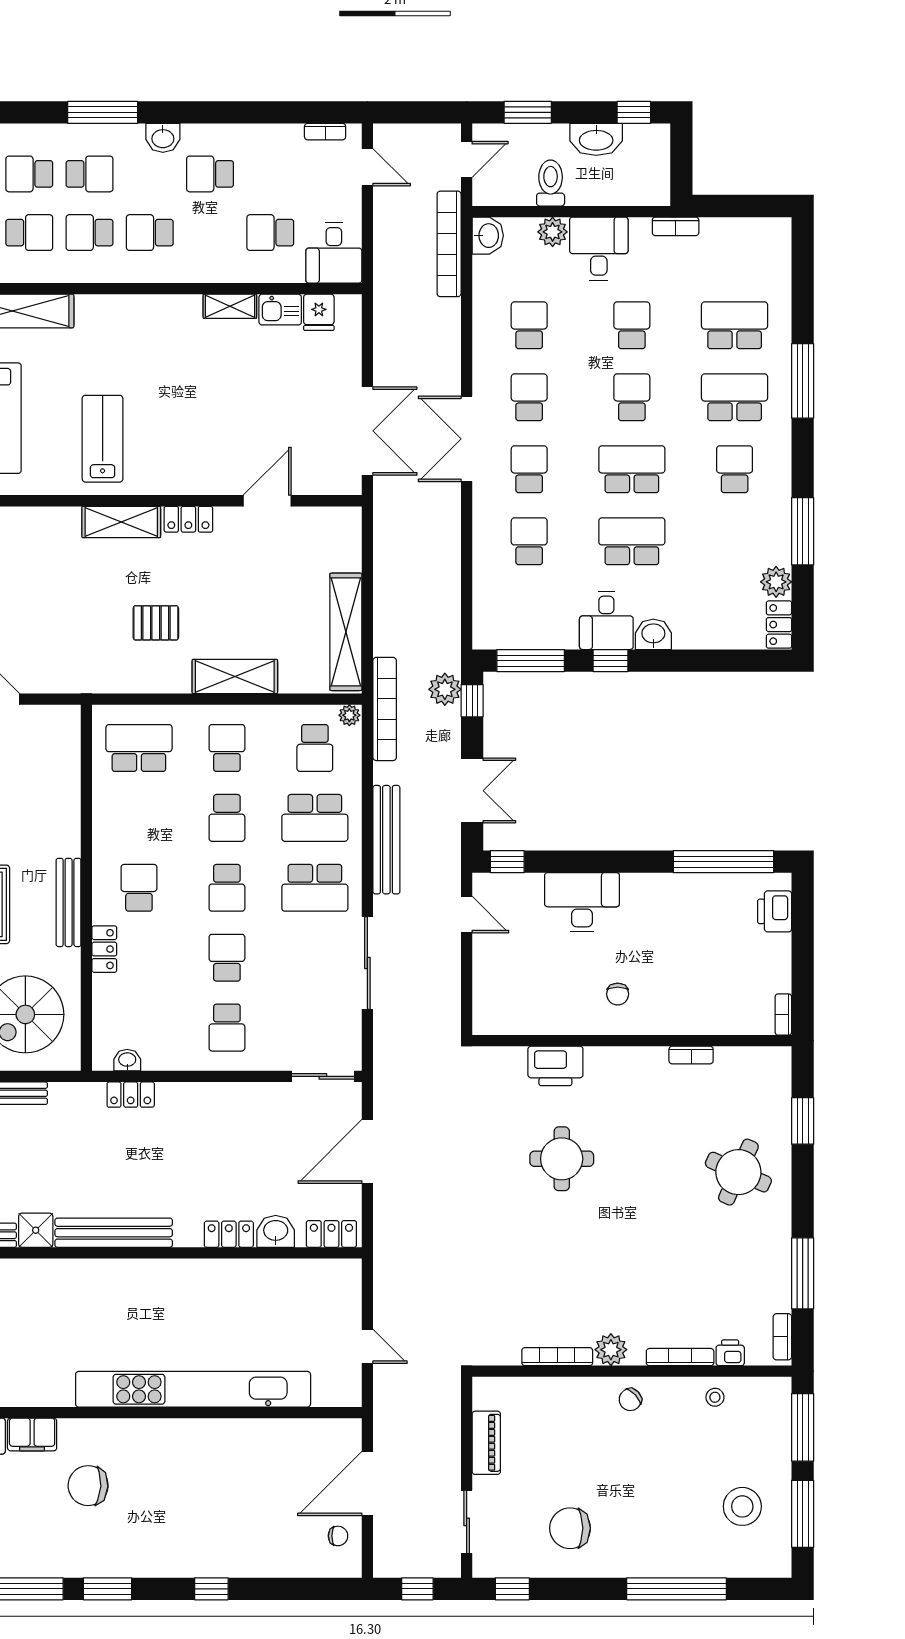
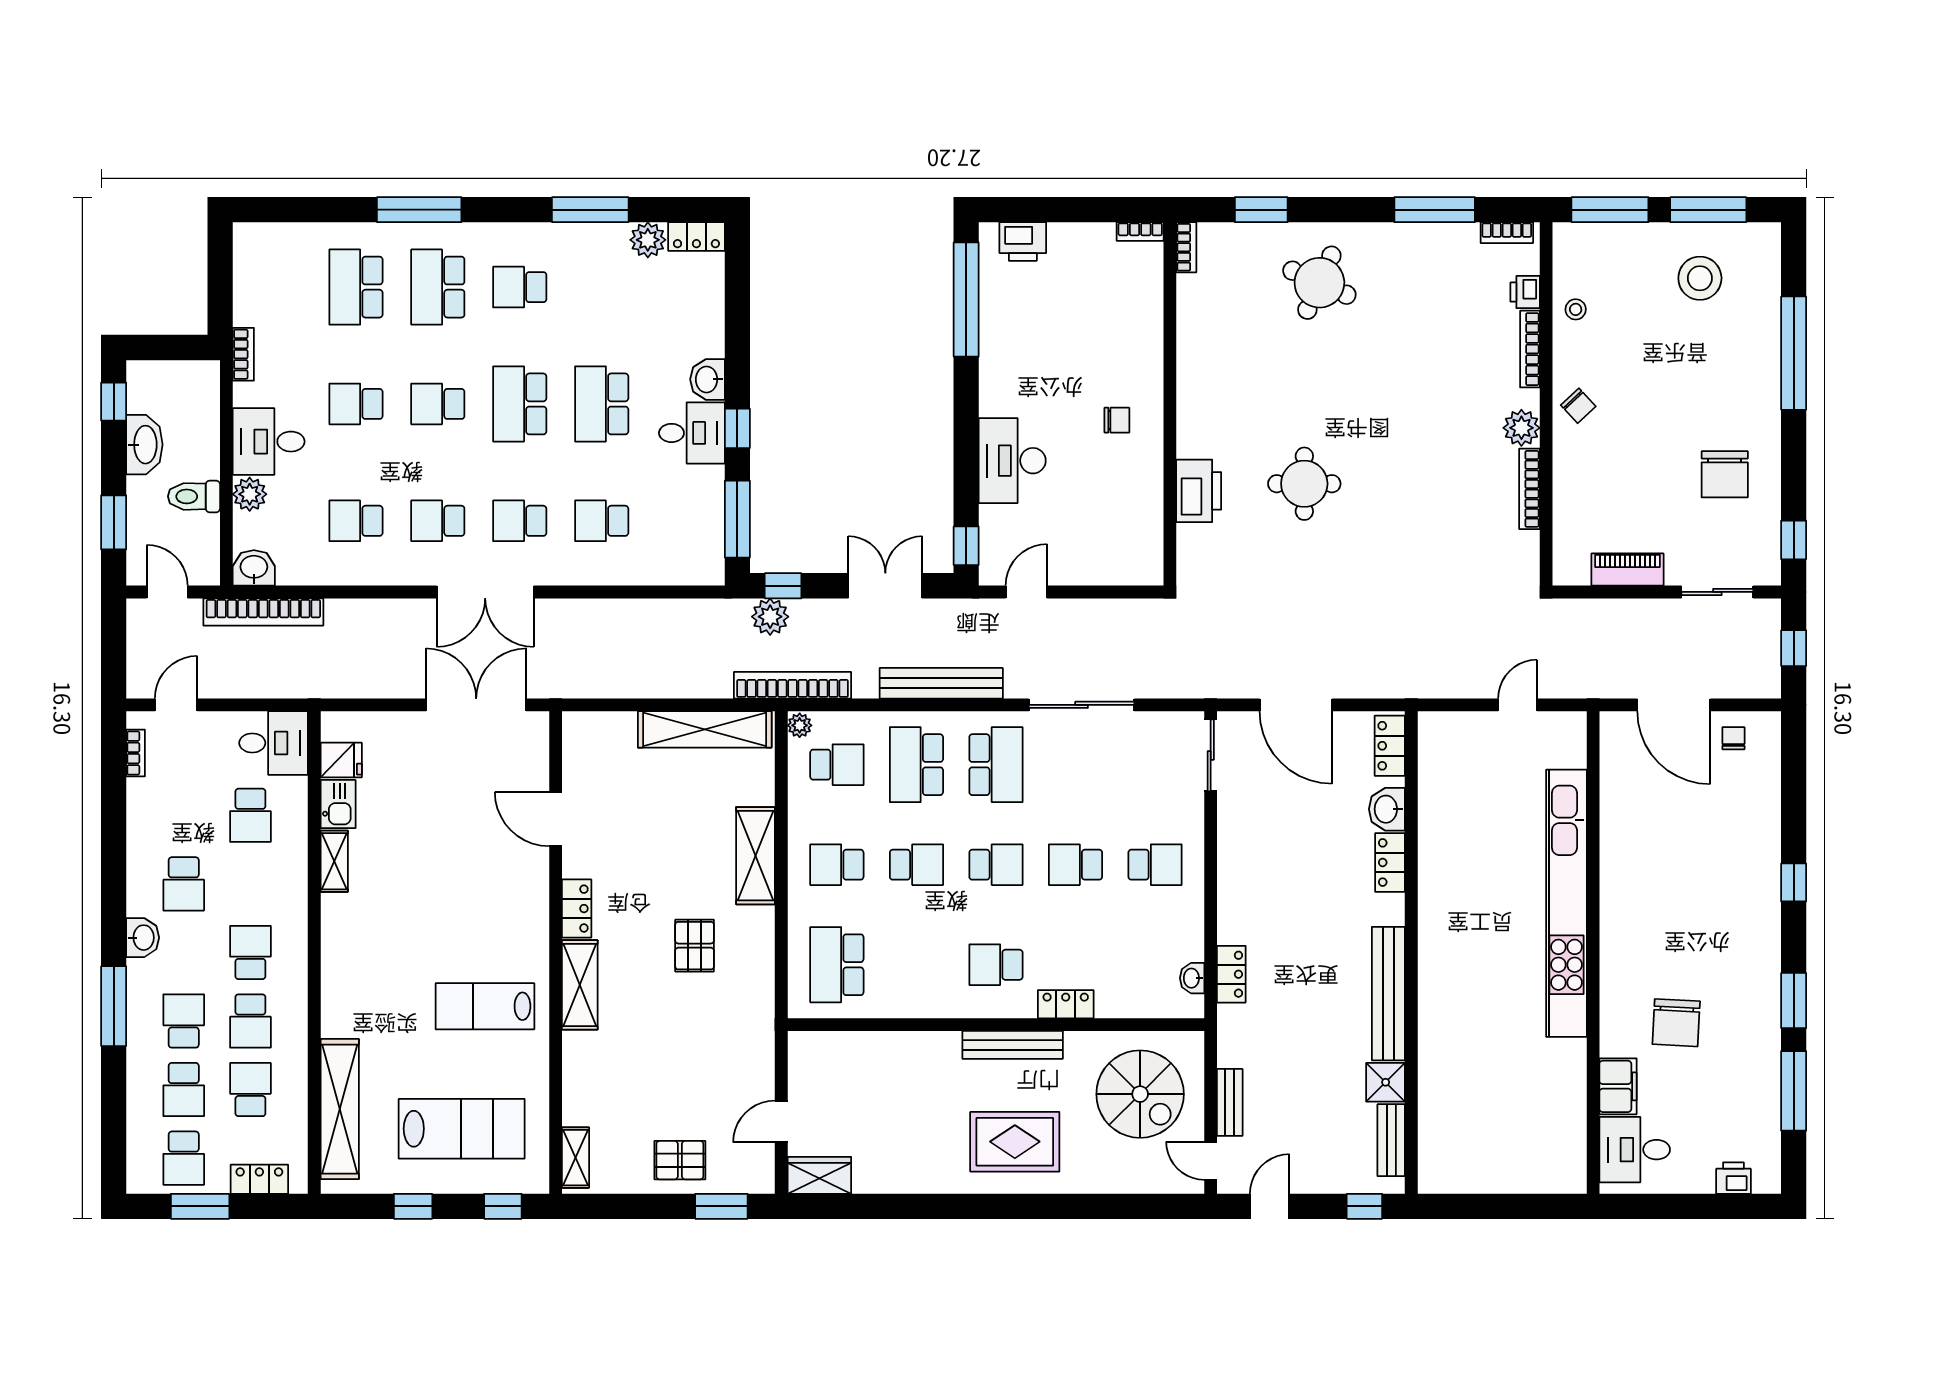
school desk: (150, 233) -> (250, 952), turned 180
school desk: (315, 818) -> (916, 765), turned 180
bookcase: (691, 1055) -> (1186, 247), moved

